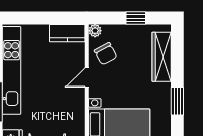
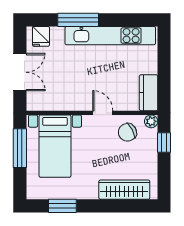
window: (136, 18) -> (164, 142), moved
window: (177, 101) -> (62, 206), moved

